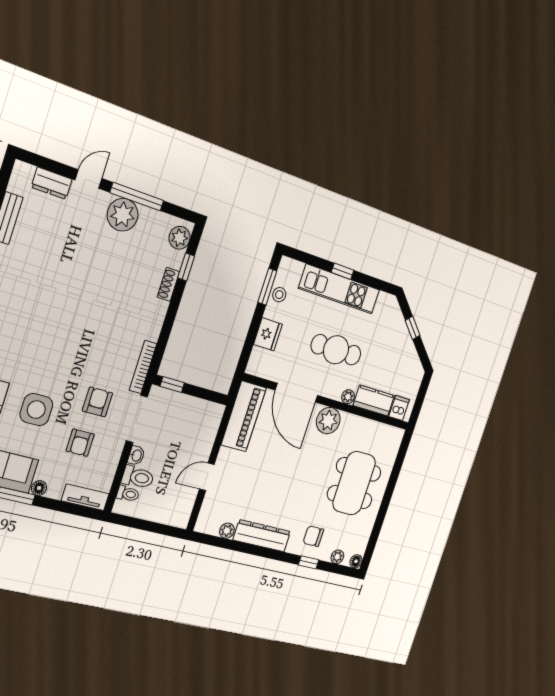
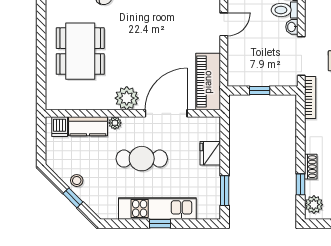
stool: (279, 295) -> (77, 181), moved
window: (172, 385) -> (260, 91), moved
door: (296, 393) -> (166, 113), hinge flipped

